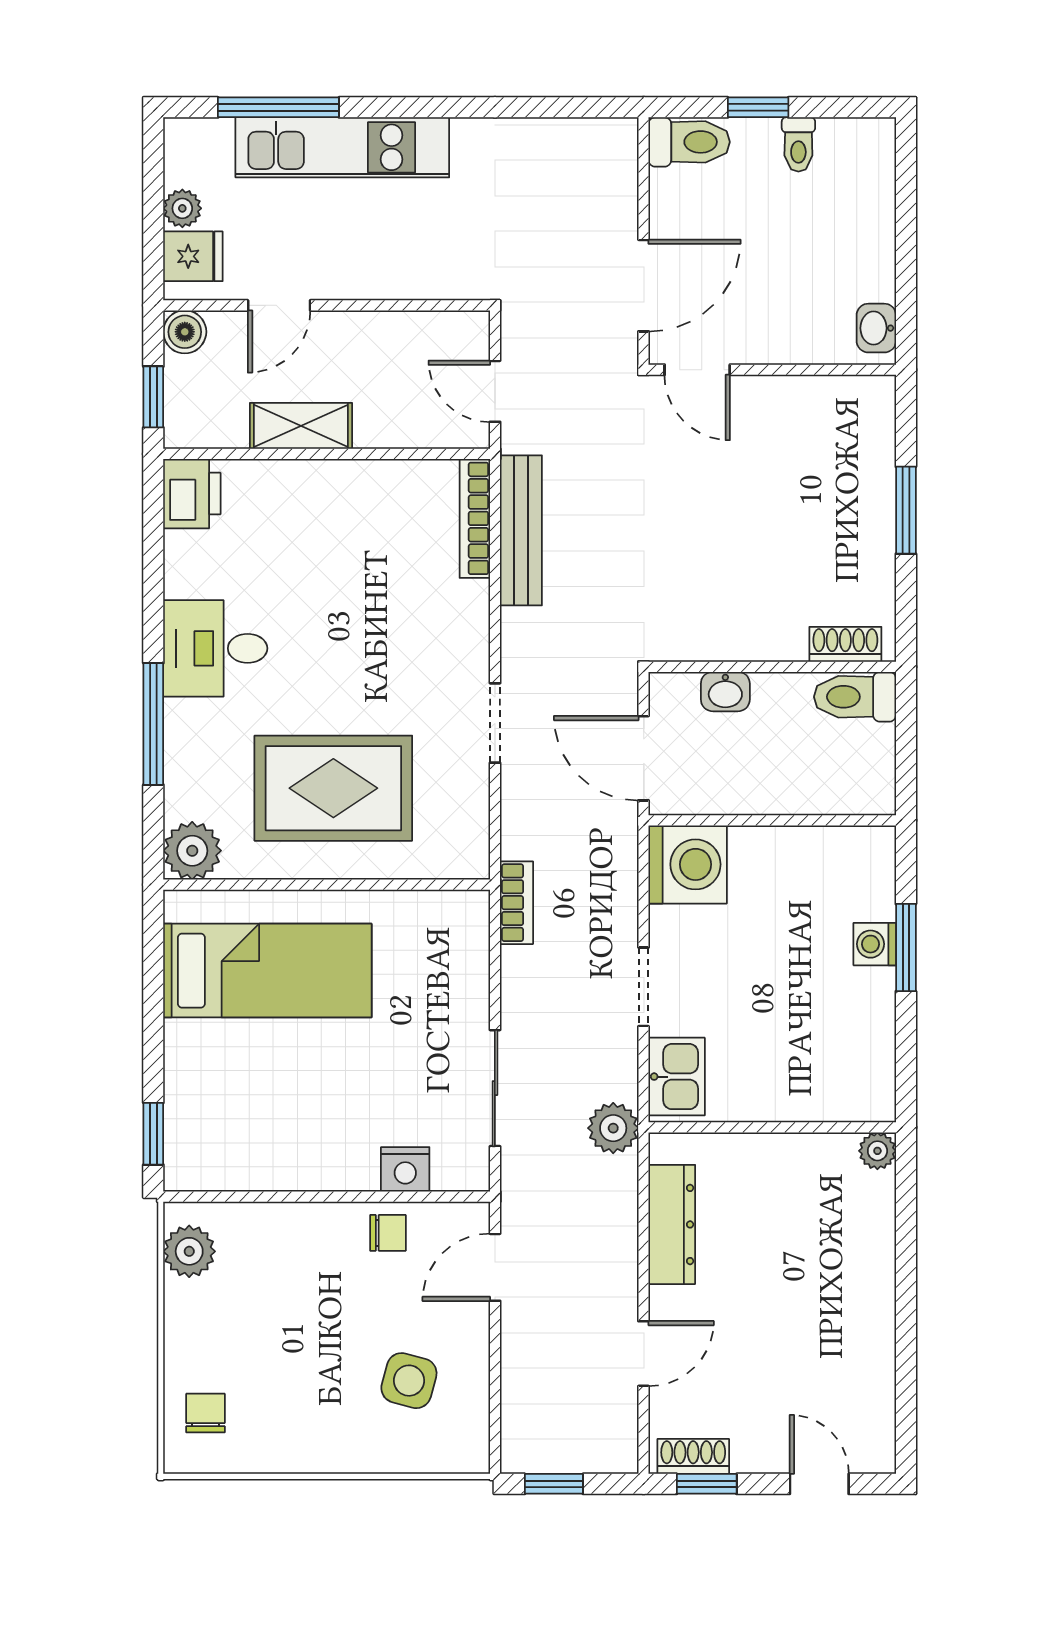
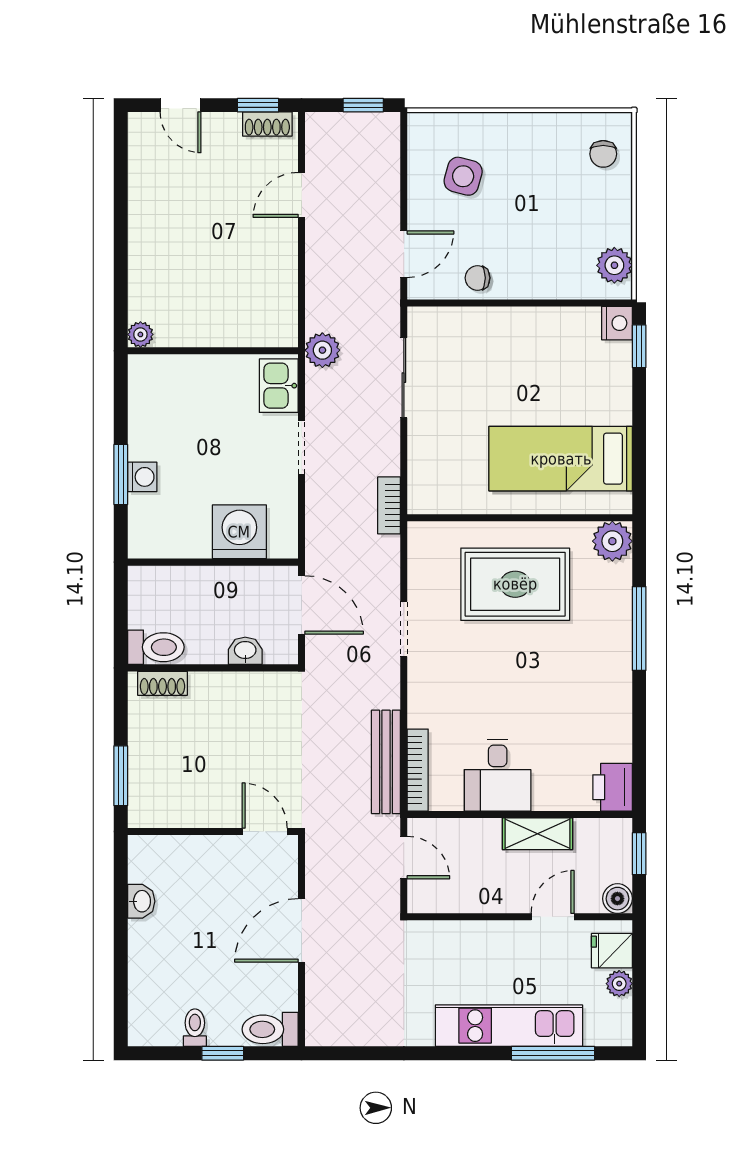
door: (697, 370) -> (265, 832), moved
wall: (772, 370) -> (213, 832), moved
desk: (215, 648) -> (498, 775), moved, turned 90
washing machine: (688, 864) -> (239, 532), moved, turned 90
nightstand: (405, 1169) -> (617, 323), moved, turned 90
dresser: (672, 1224) -> (282, 284), removed

